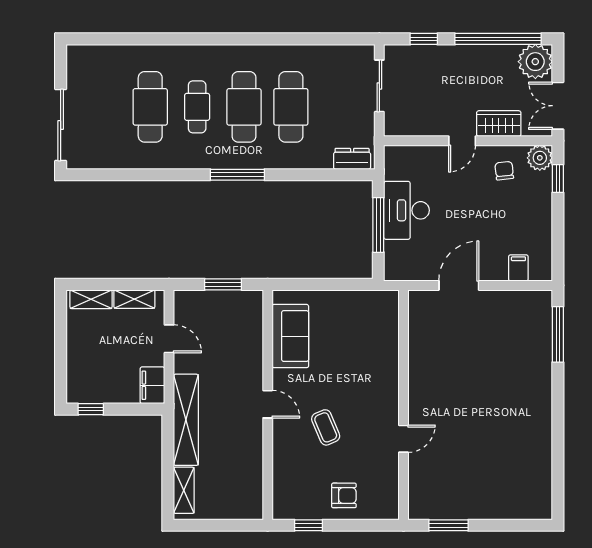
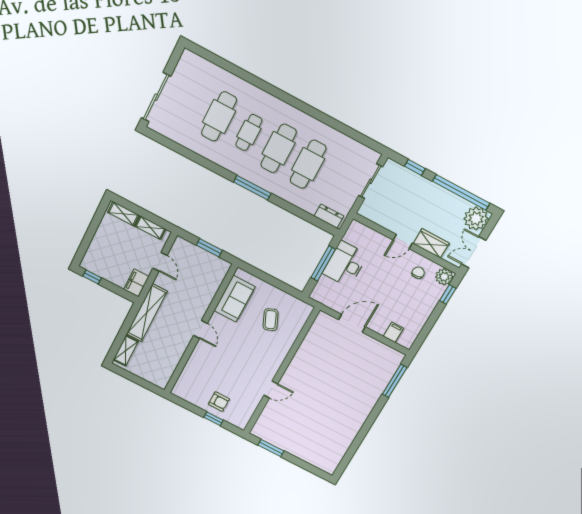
coffee table: (326, 427) -> (271, 320), moved
window: (308, 525) -> (214, 419), moved

